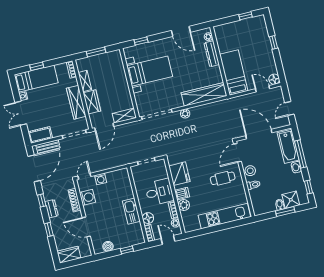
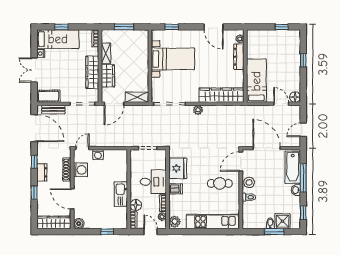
door: (34, 168) -> (34, 128), hinge flipped
plant: (184, 205) -> (175, 222), moved
boiler: (108, 246) -> (79, 224), moved
wardrobe: (69, 255) -> (54, 222), width x1.50

